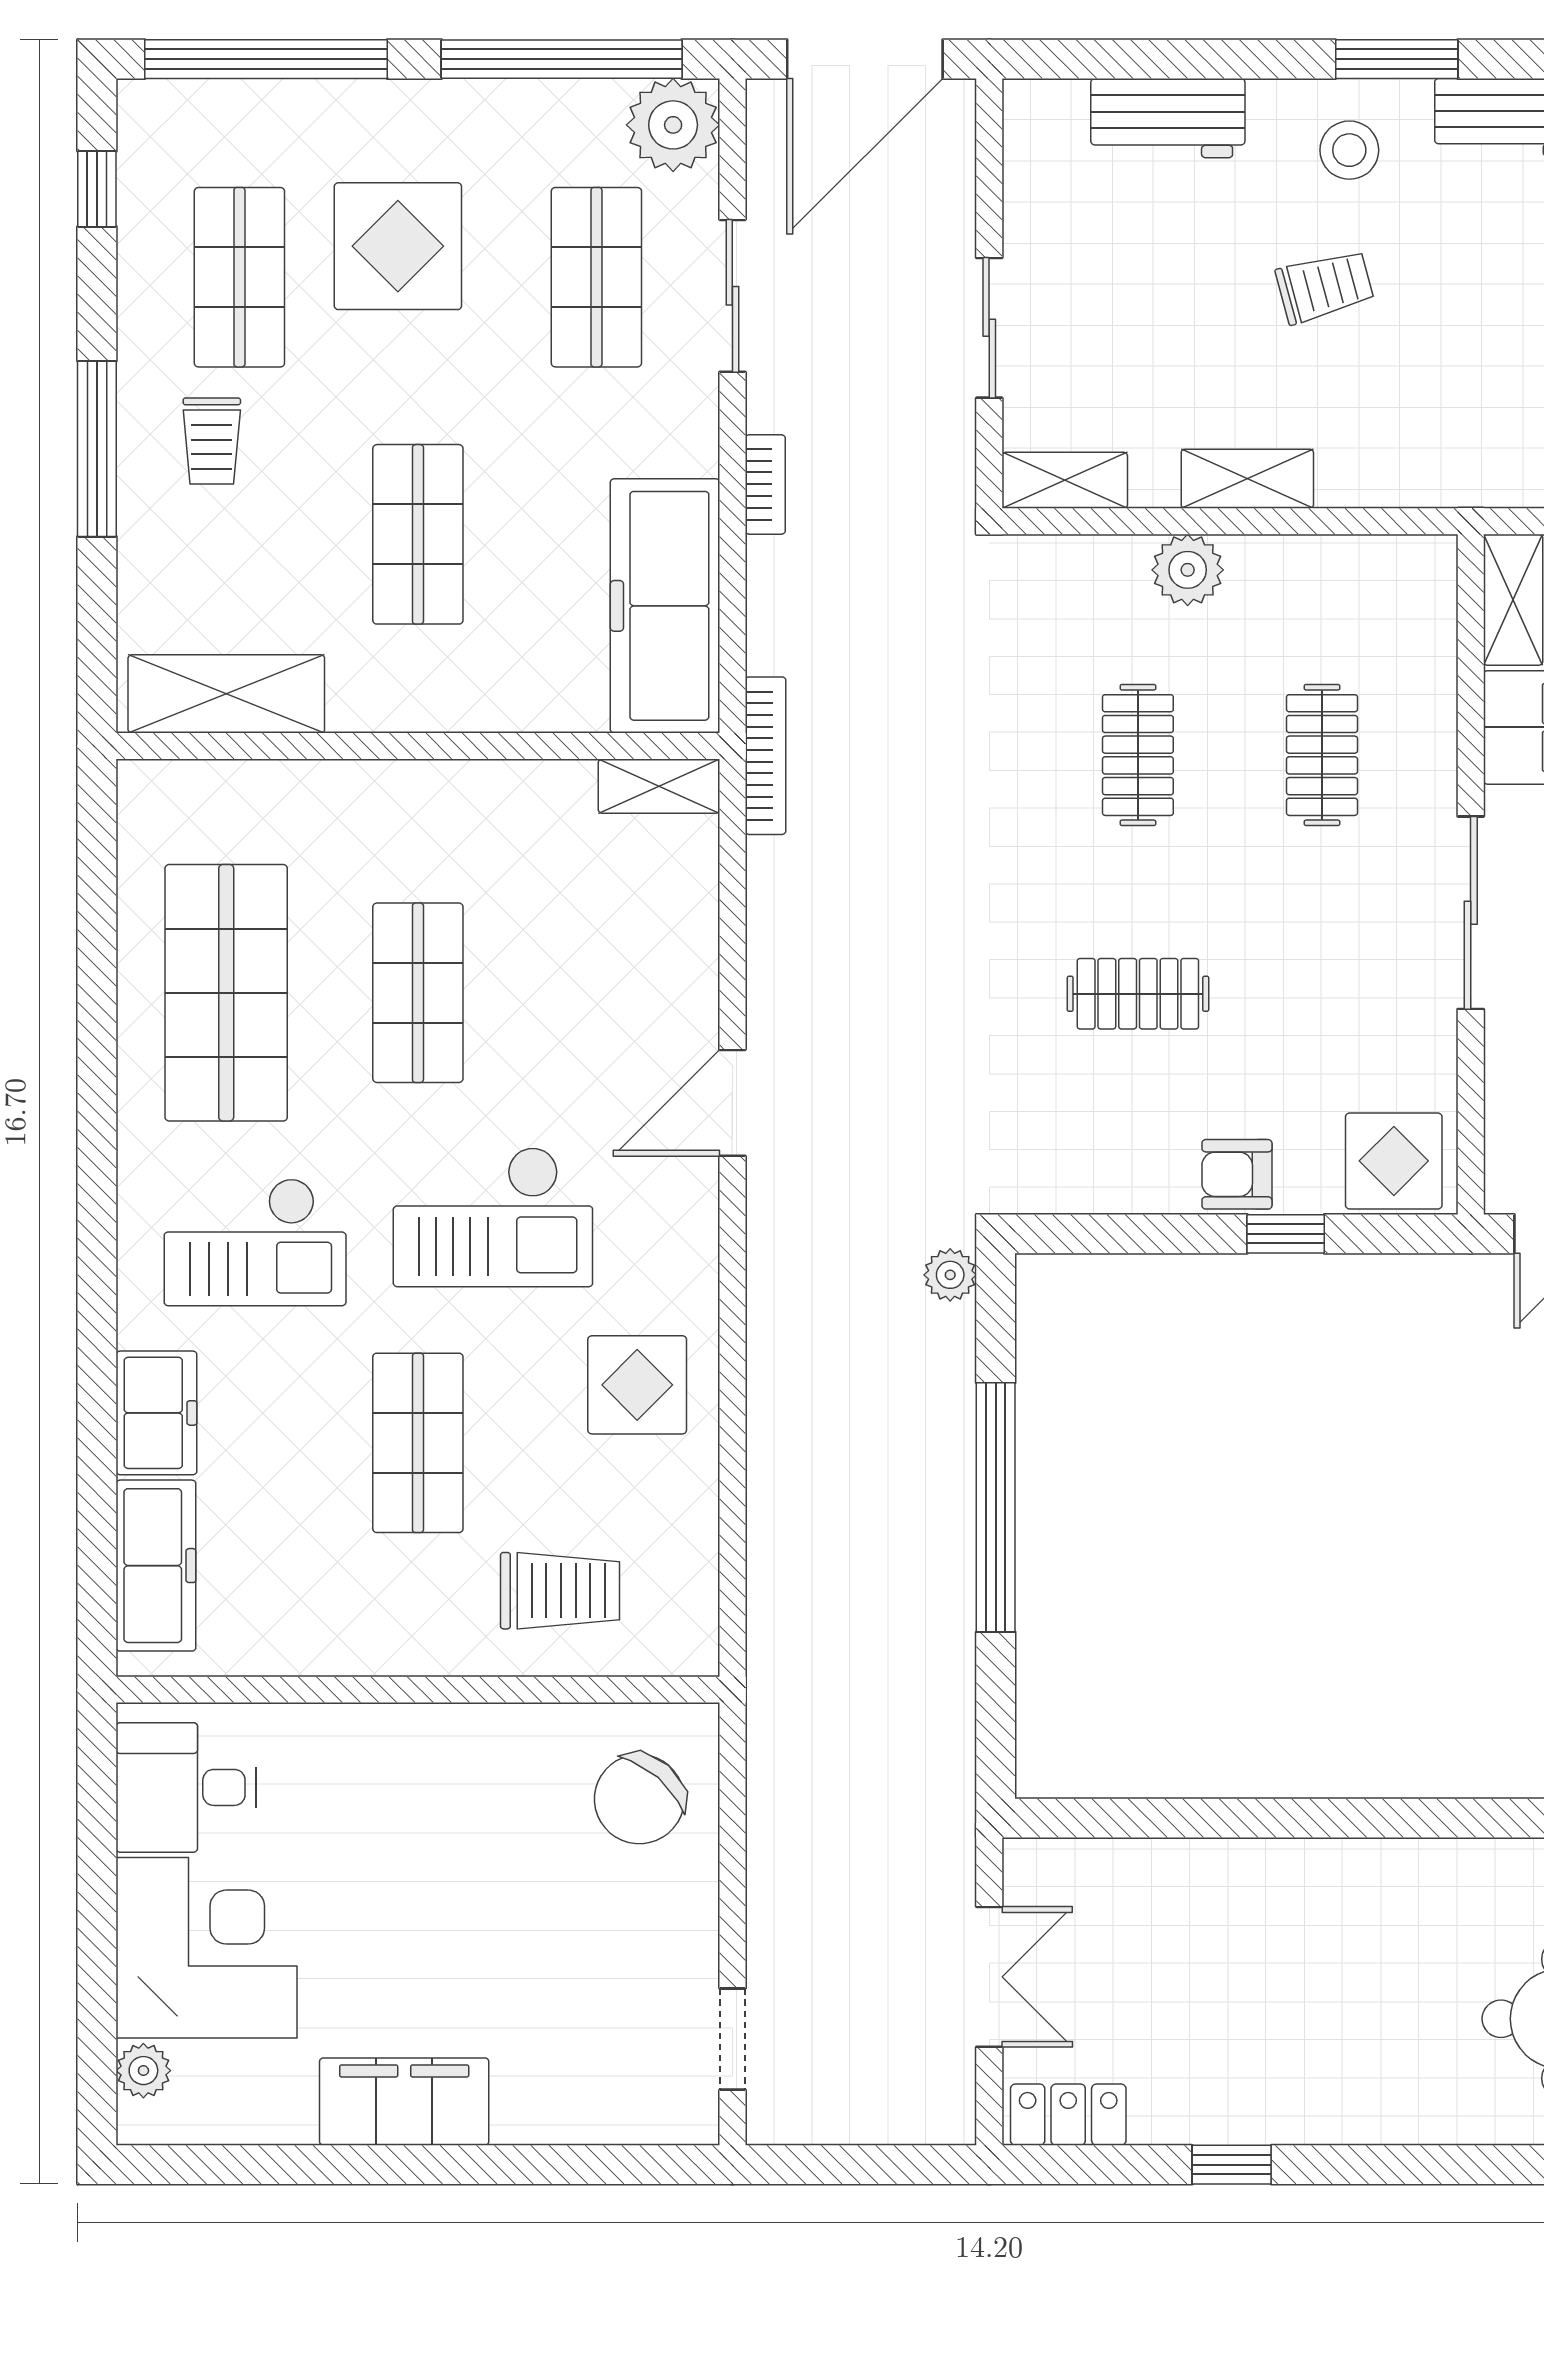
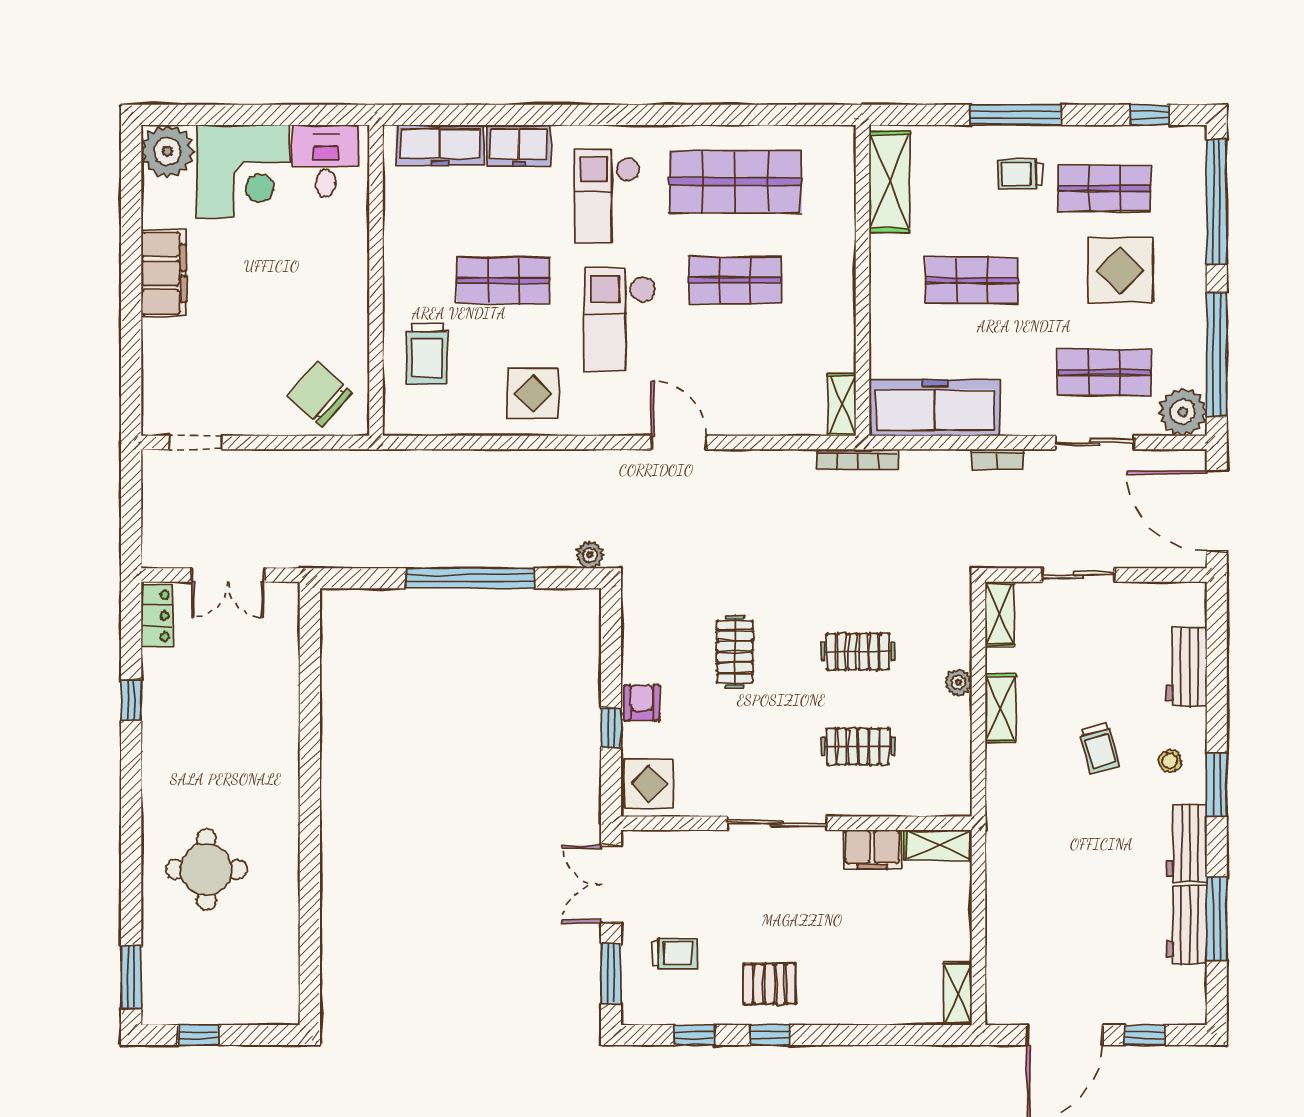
stool: (1349, 150) -> (1170, 761), width x0.73, depth x0.73
plant: (1188, 570) -> (958, 682), width x0.73, depth x0.73
plant: (143, 2071) -> (167, 151), width x1.88, depth x1.88

